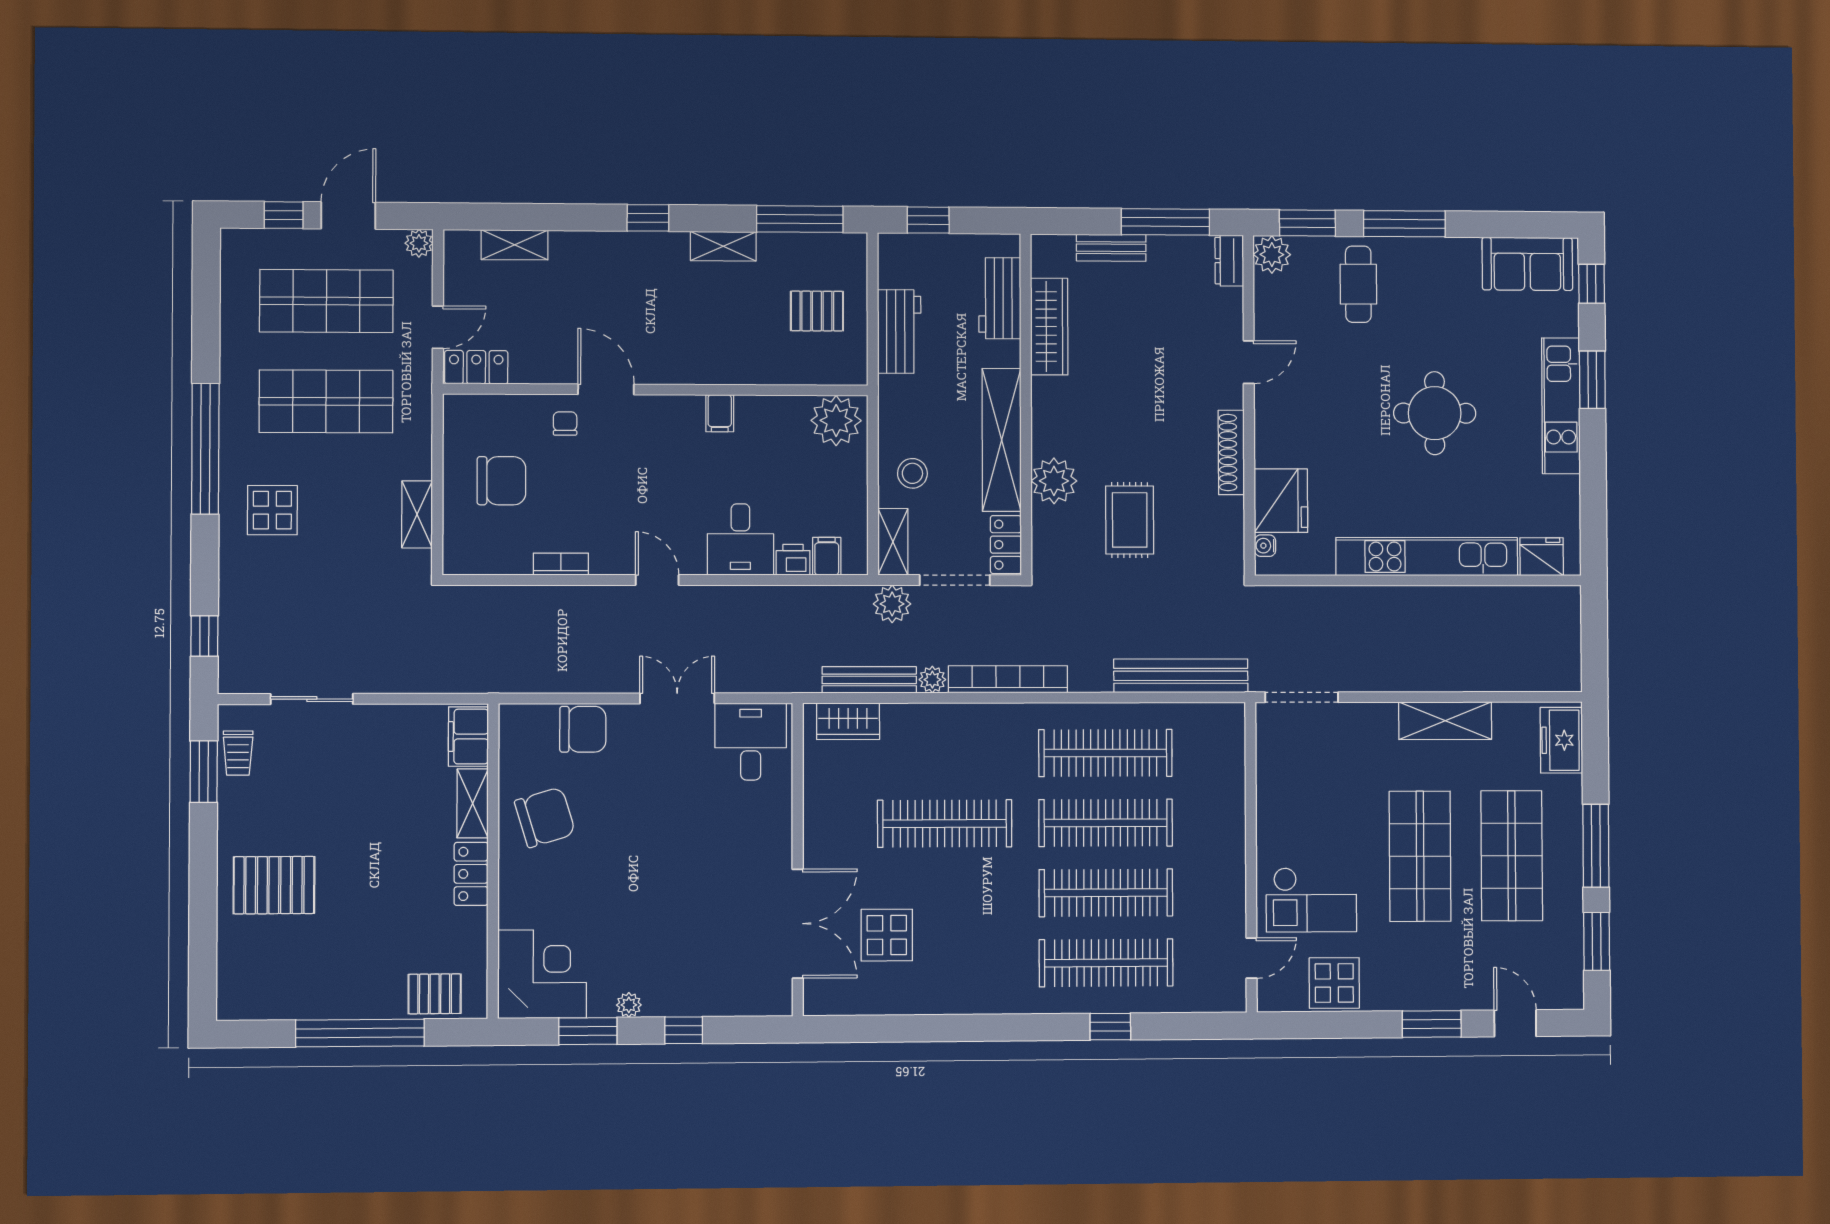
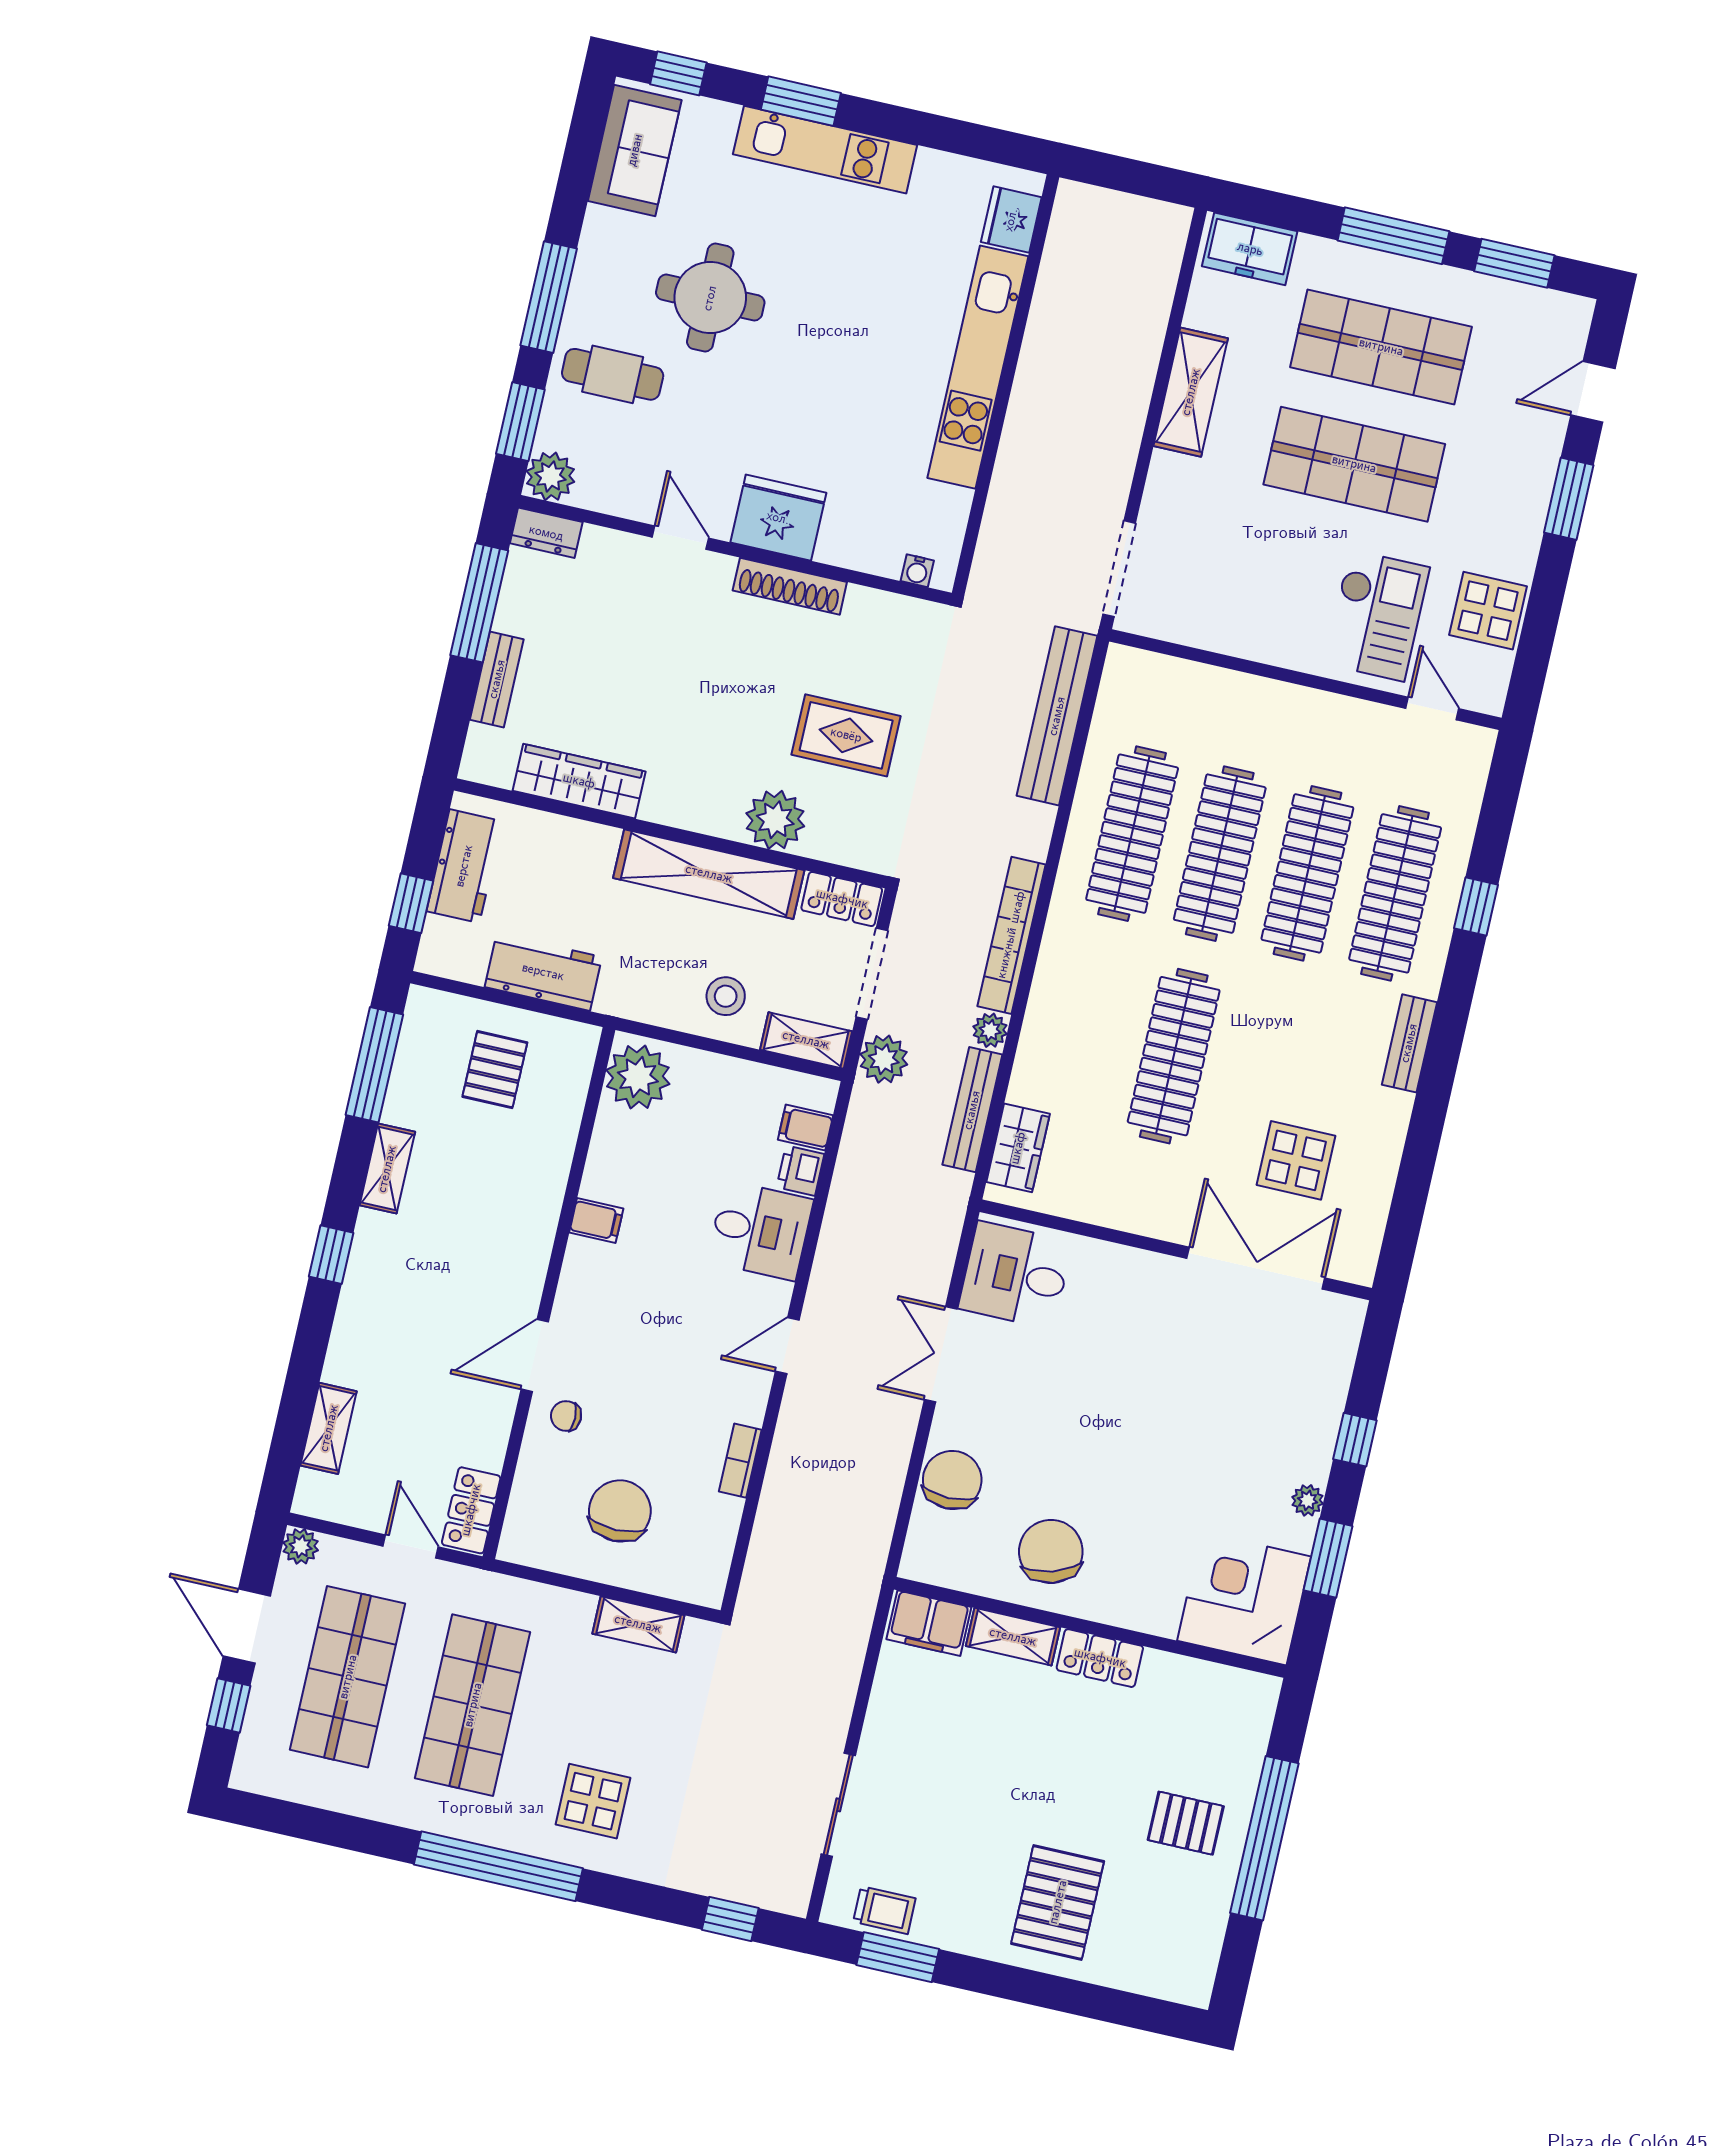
workbench: (1000, 298) -> (464, 866), moved, turned -90
round table: (1435, 413) -> (710, 298), moved
fridge: (1281, 501) -> (778, 518), moved
pallet: (435, 994) -> (1186, 1823), moved, turned 90
bench: (995, 1001) -> (1409, 1043), added

